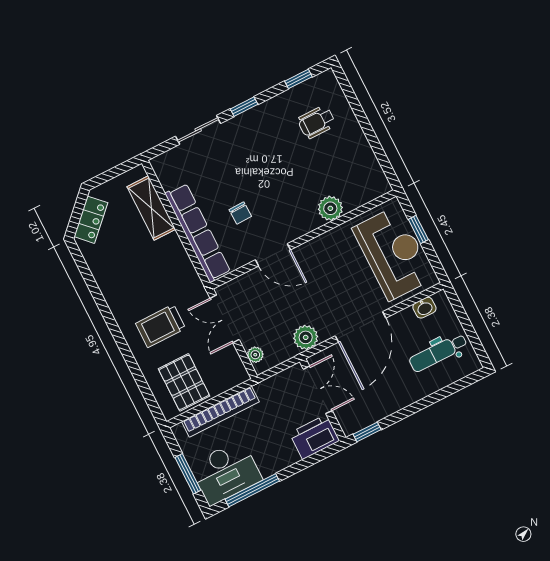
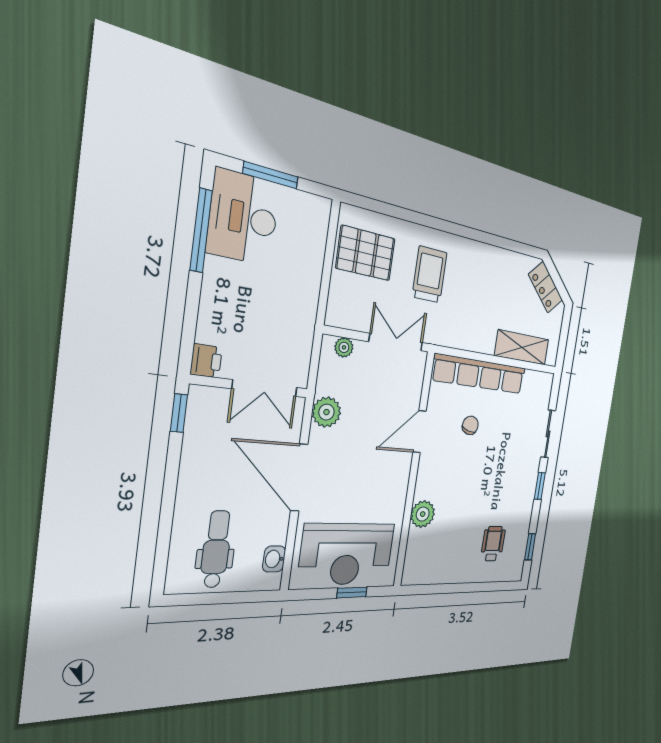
chair: (240, 213) -> (470, 425), turned 107
bookcase: (220, 412) -> (312, 266), removed
printer: (315, 437) -> (206, 361), width x0.53, depth x0.68

